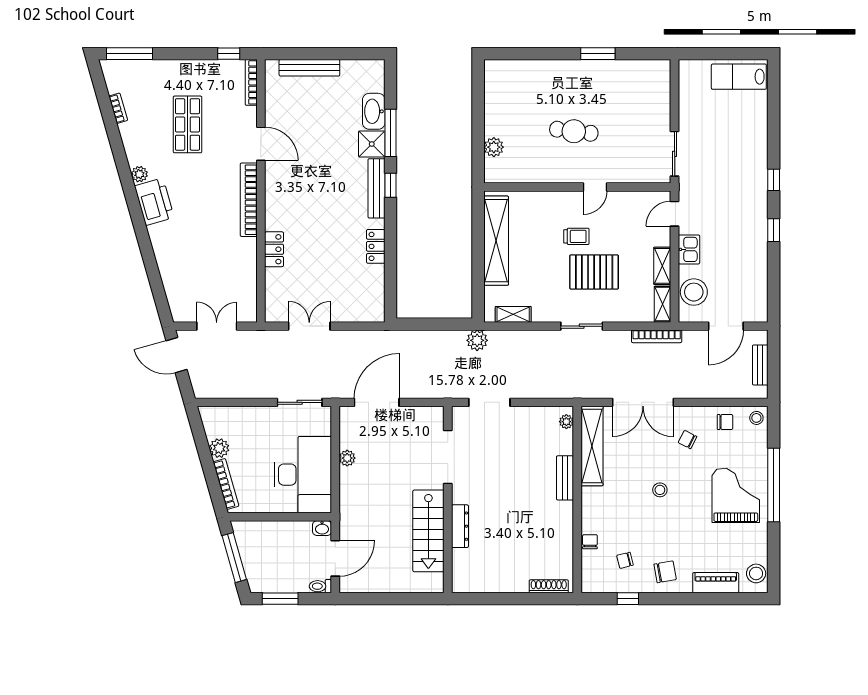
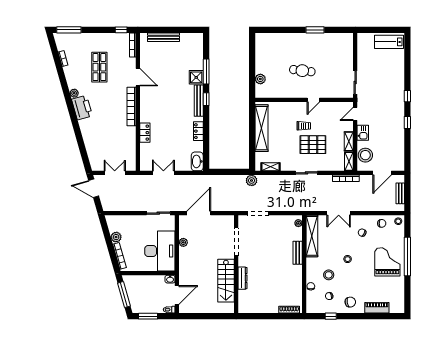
washbasin: (374, 111) -> (197, 161), moved
double door: (643, 402) -> (339, 213), width x0.73
stool: (756, 573) -> (329, 275), moved

